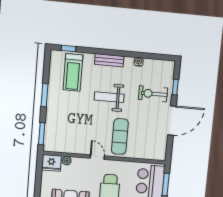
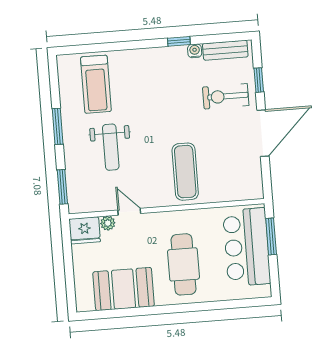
window: (69, 49) -> (179, 41), moved
bench: (109, 60) -> (225, 50), moved
weight bench: (109, 97) -> (111, 147), moved, turned -90
door: (97, 157) -> (129, 212), moved

